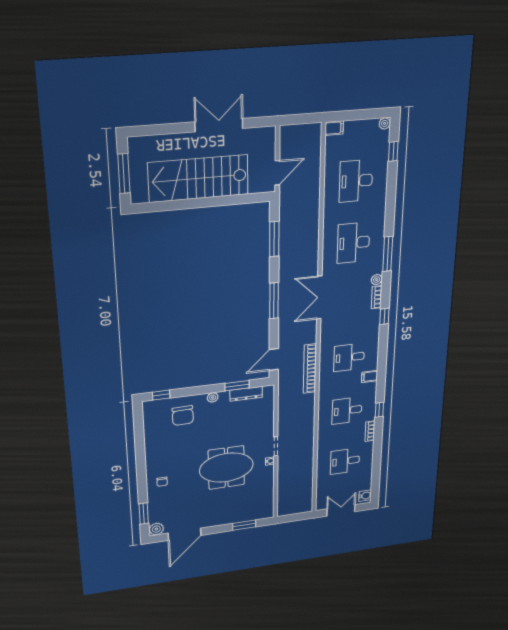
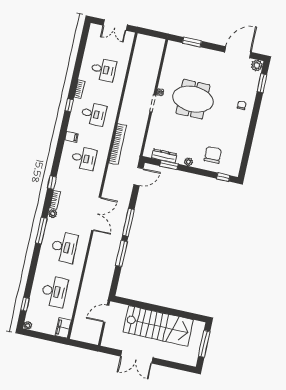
filing cabinet: (334, 128) -> (63, 328), width x2.00
window: (274, 239) -> (121, 253), moved
bookcase: (310, 369) -> (118, 144), moved
water cooler: (365, 496) -> (94, 31), removed

